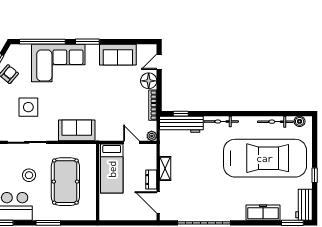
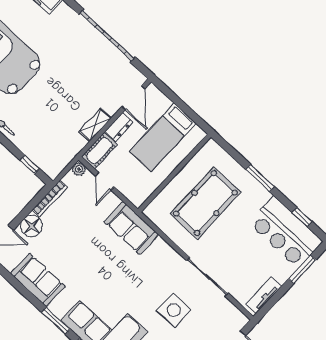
workbench: (181, 124) -> (39, 153), removed
sofa: (77, 130) -> (131, 228), moved
cot: (150, 156) -> (99, 151), added
bed: (112, 169) -> (163, 137), moved, turned 180
stool: (29, 175) -> (235, 243), removed

